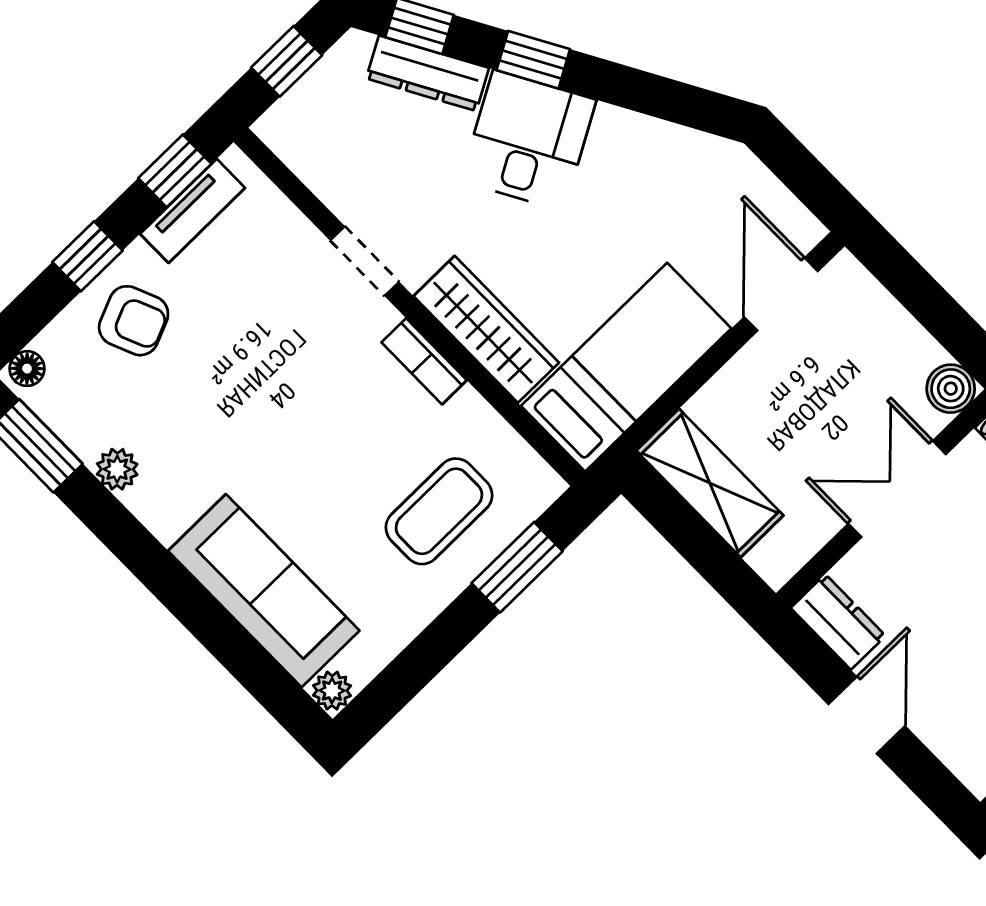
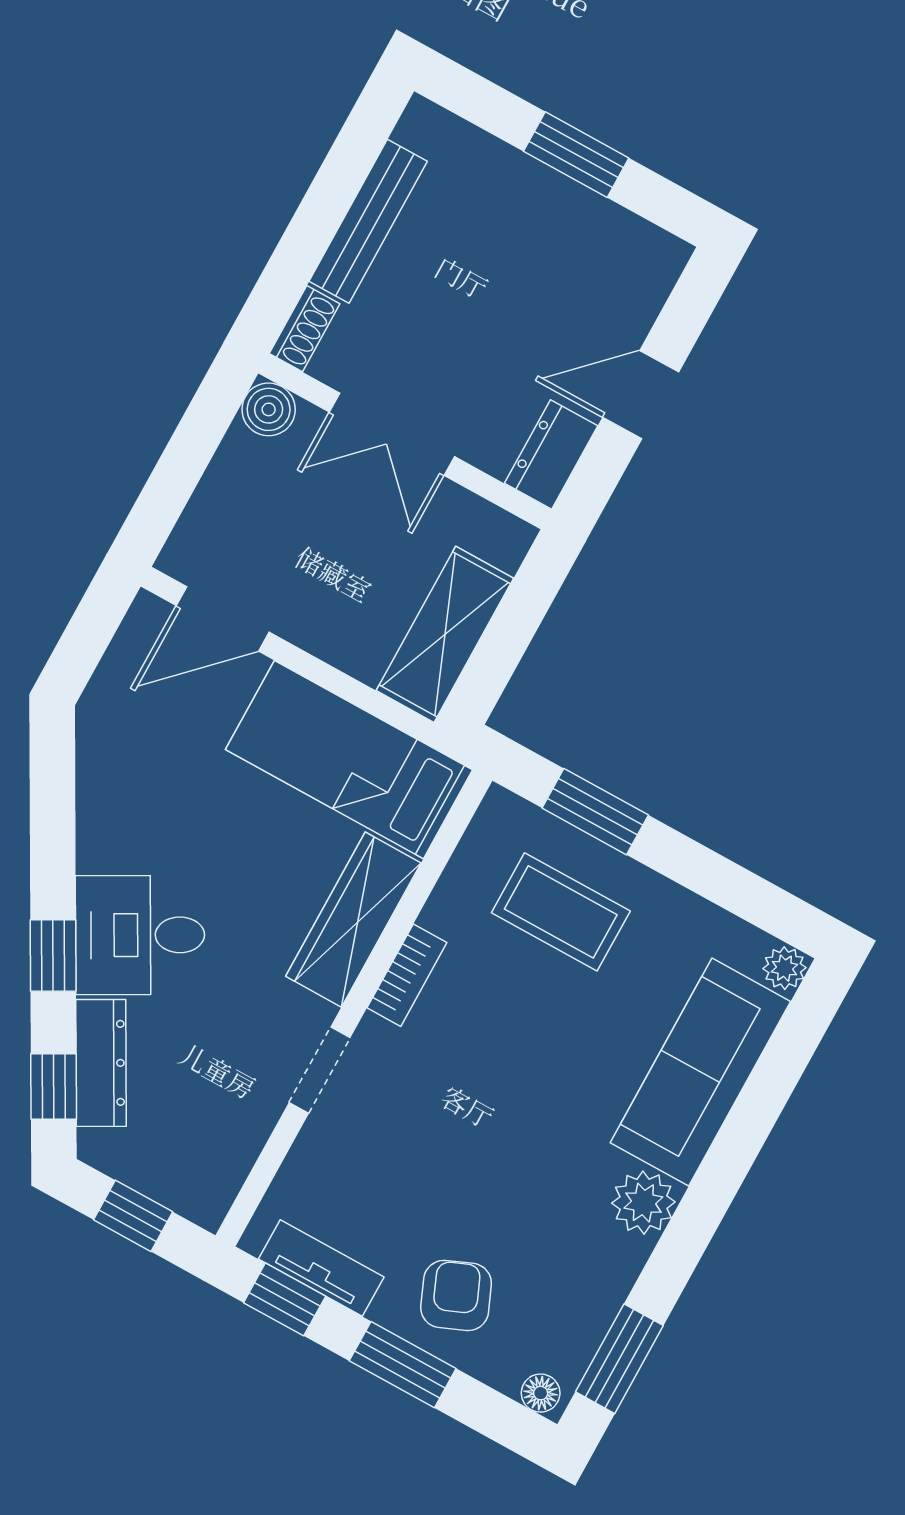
window: (88, 256) -> (403, 1365), width x1.50
plant: (117, 469) -> (643, 1203), moved, width x1.38, depth x1.38

